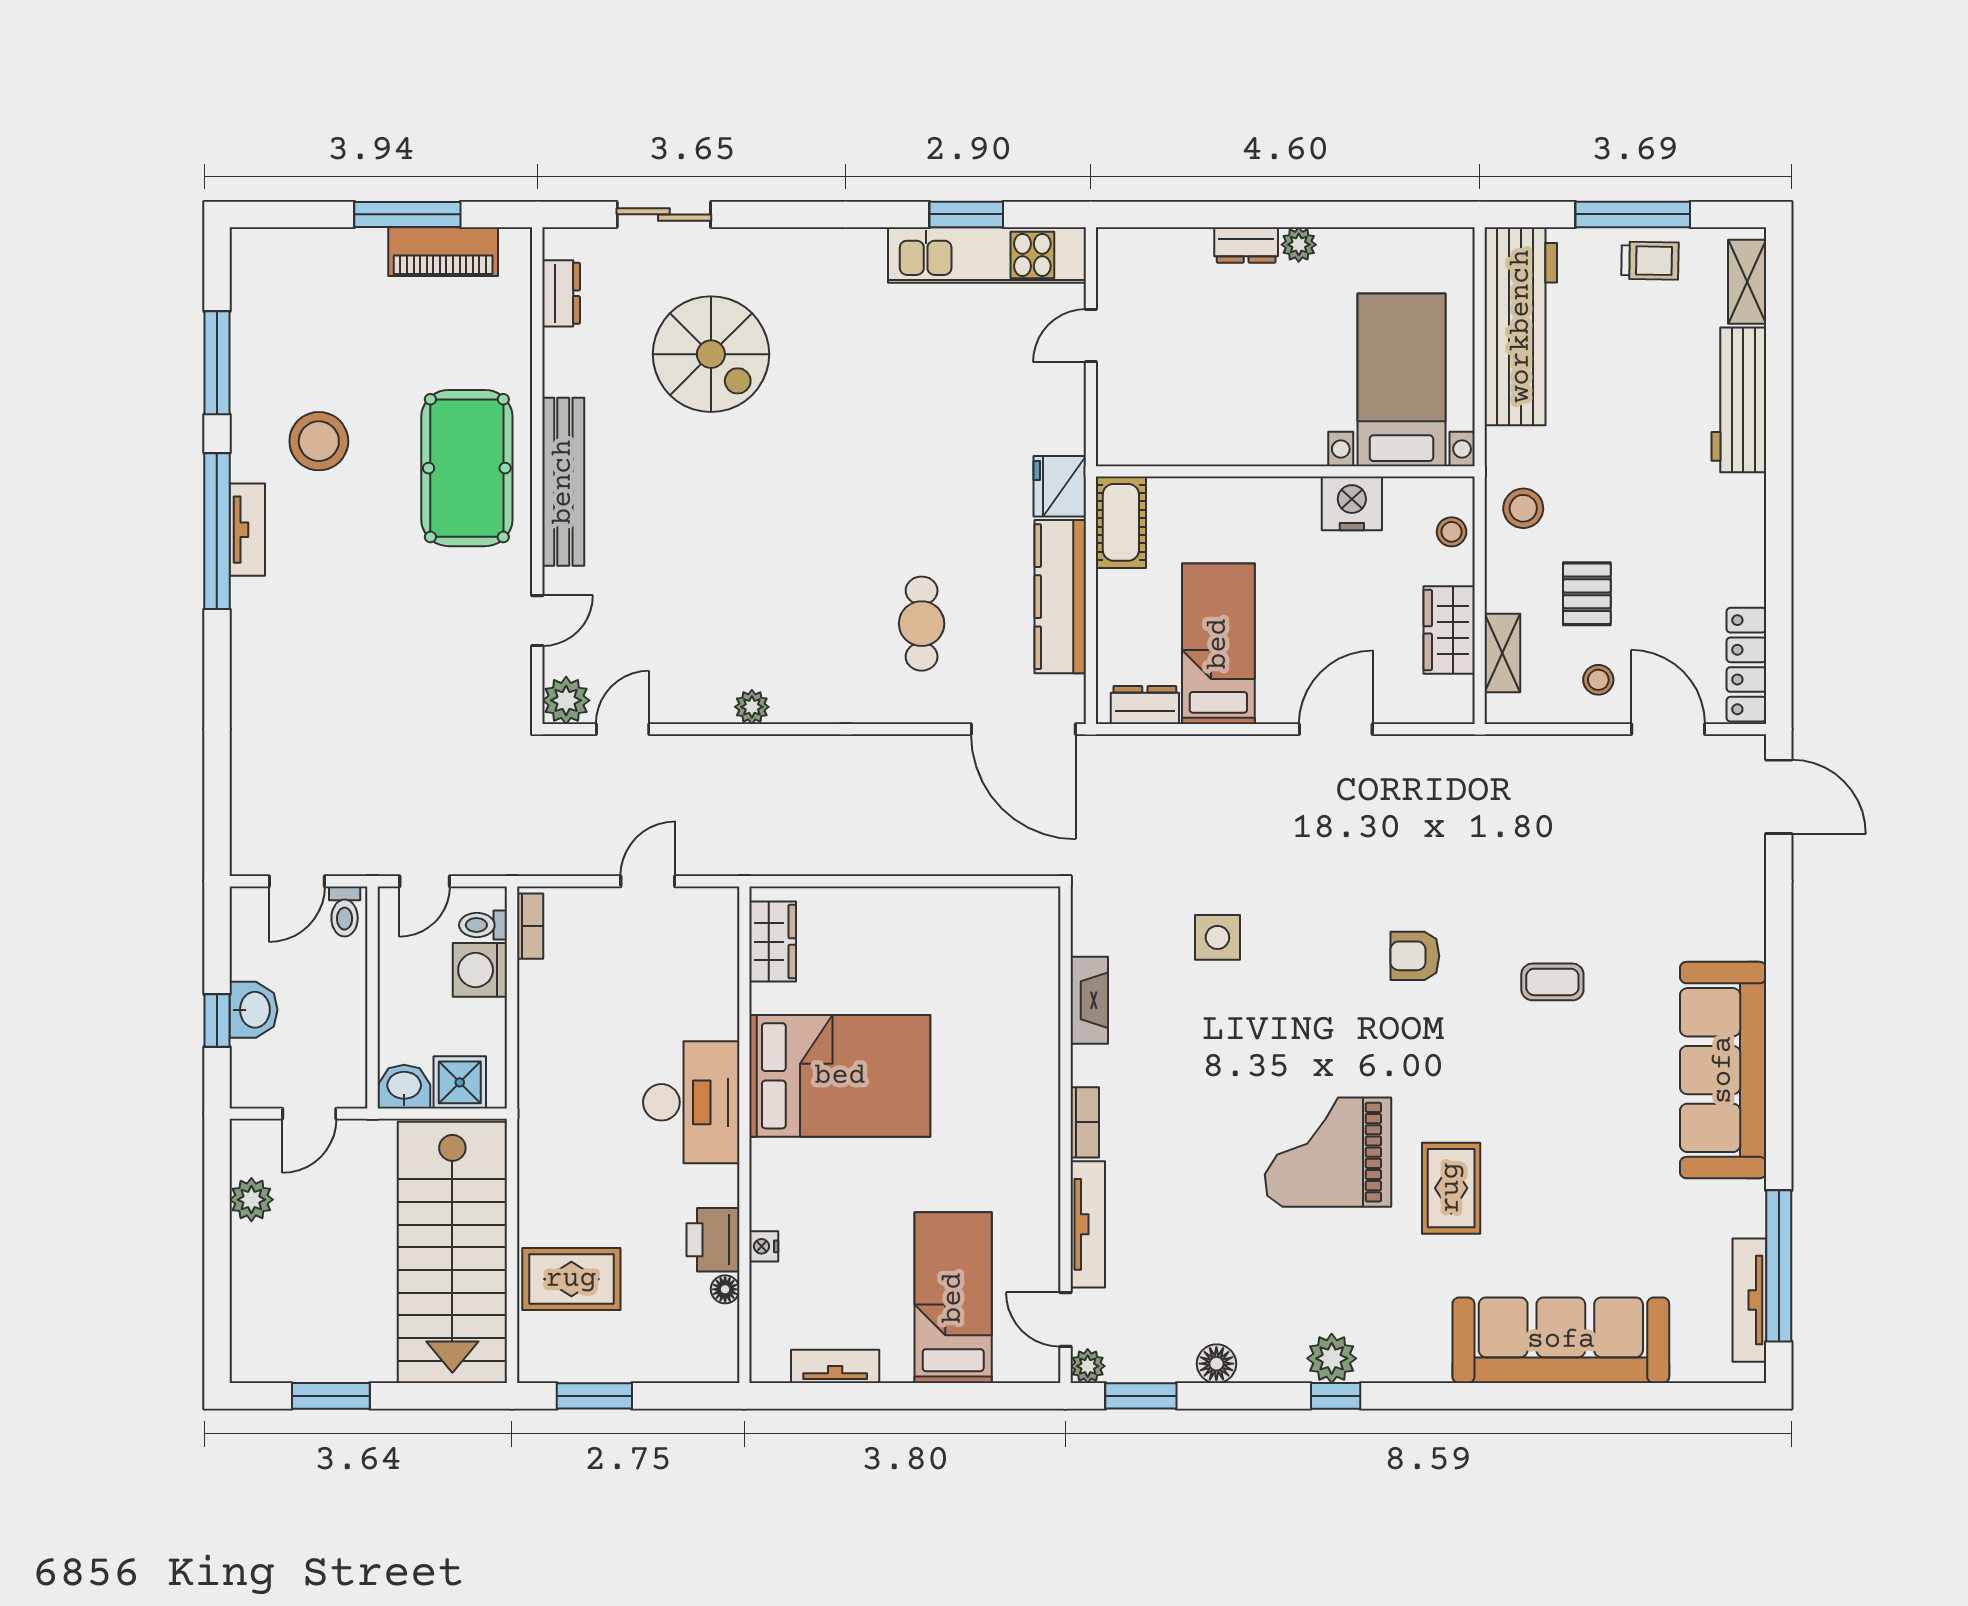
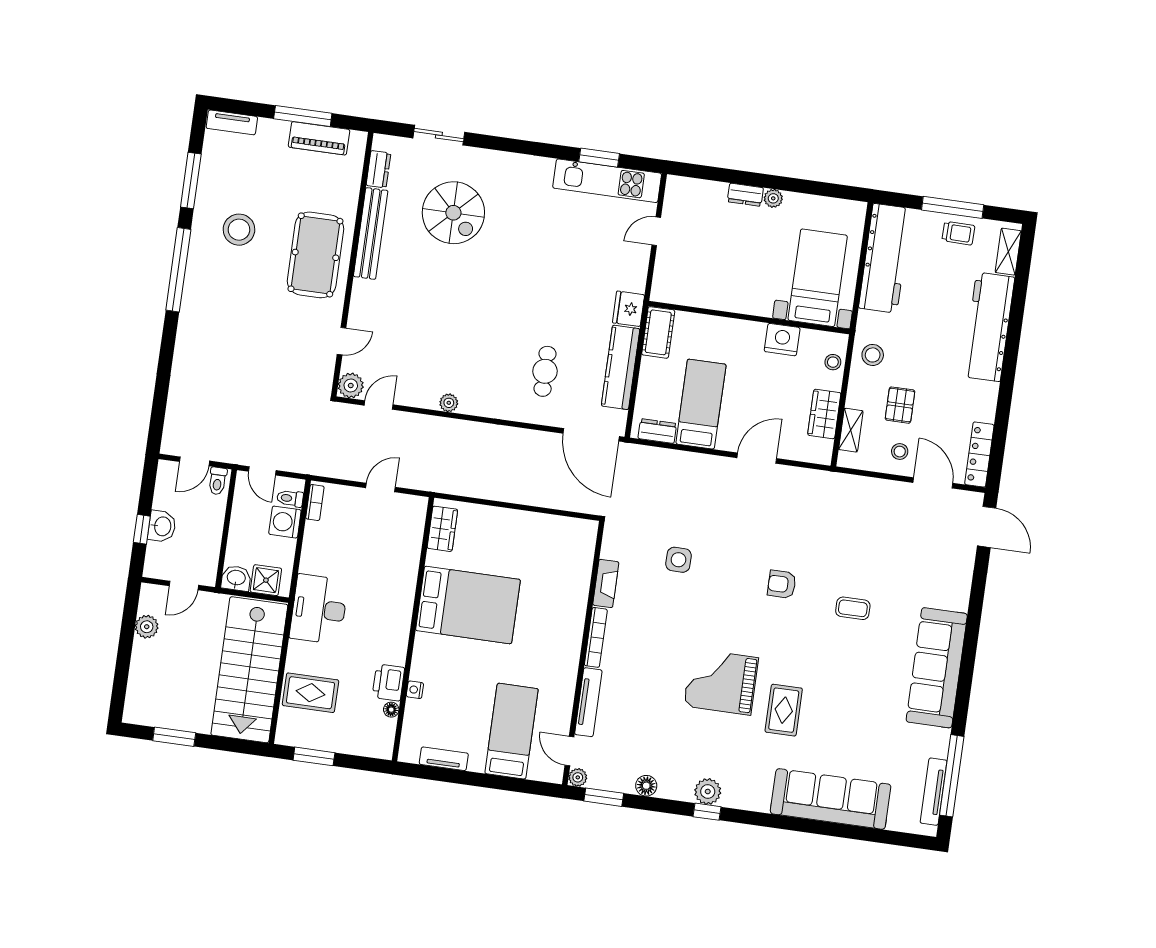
workbench: (1739, 400) -> (988, 327), width x1.36, depth x1.32
bench: (563, 482) -> (371, 233), moved
tv unit: (247, 530) -> (232, 122), moved, turned 90
door: (425, 881) -> (262, 471), hinge flipped
desk: (691, 1102) -> (319, 609), moved, turned 180
bookcase: (1085, 1122) -> (596, 637), width x1.56

